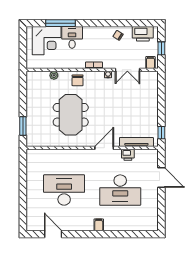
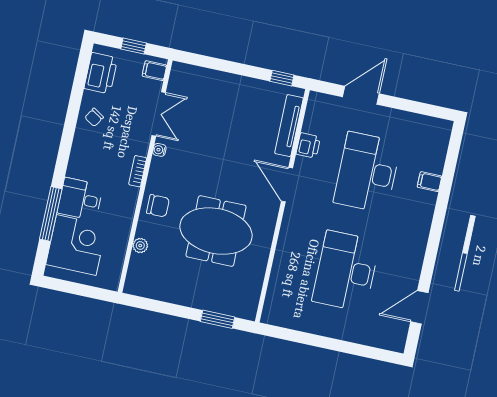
desk: (120, 190) -> (367, 172), turned 180
filing cabinet: (99, 225) -> (429, 182), moved

